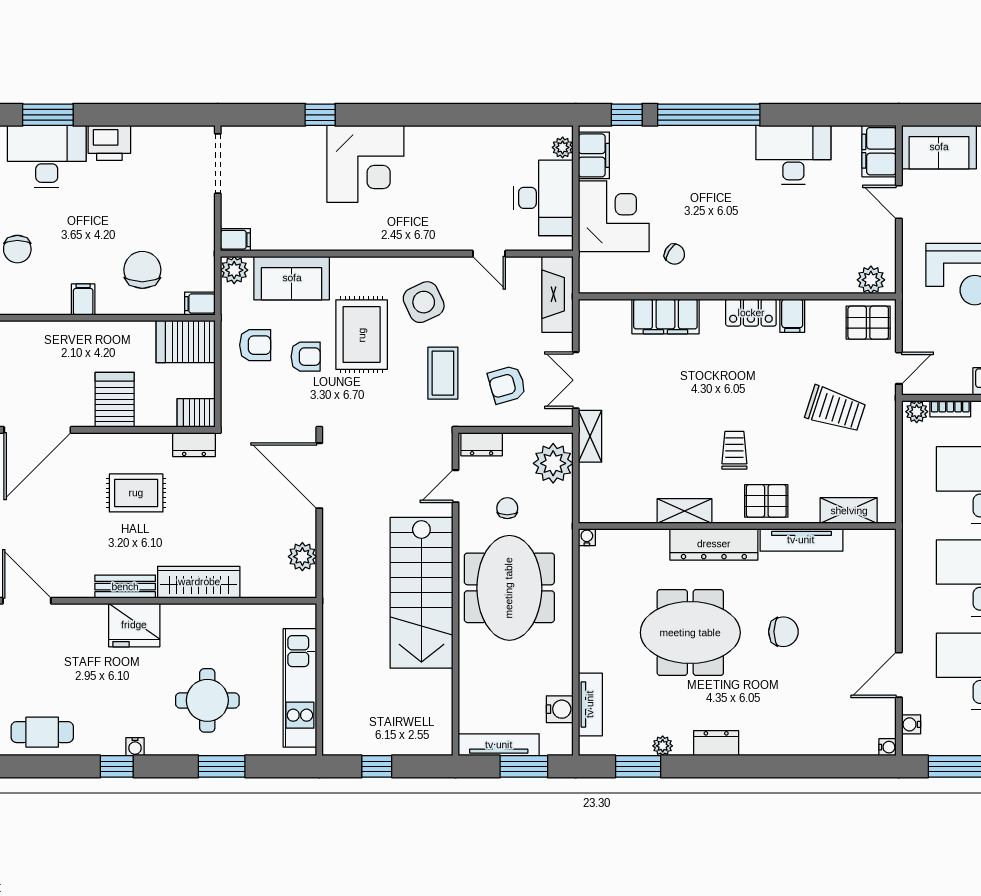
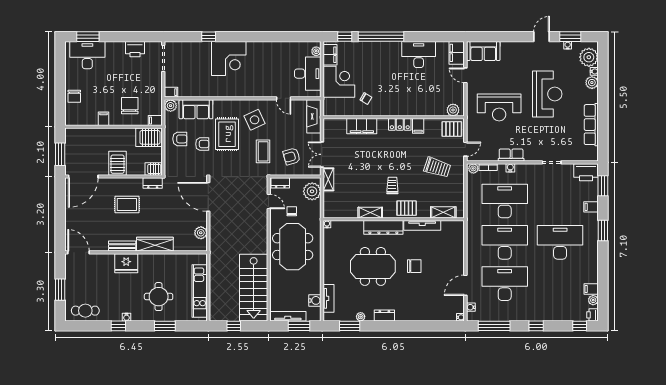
printer: (109, 143) -> (135, 49), moved
door: (456, 486) -> (269, 201), swing flipped
stairs: (421, 593) -> (254, 288), moved

